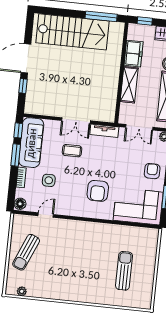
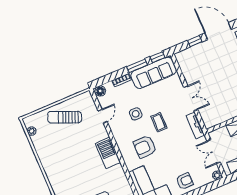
double door: (76, 121) -> (191, 98), swing flipped
coffee table: (72, 151) -> (159, 122), moved
side table: (49, 180) -> (136, 114), moved
door: (46, 215) -> (103, 116), hinge flipped
barbecue: (84, 230) -> (108, 153), added

